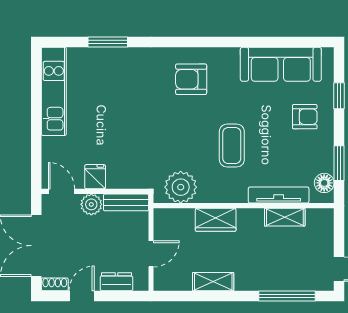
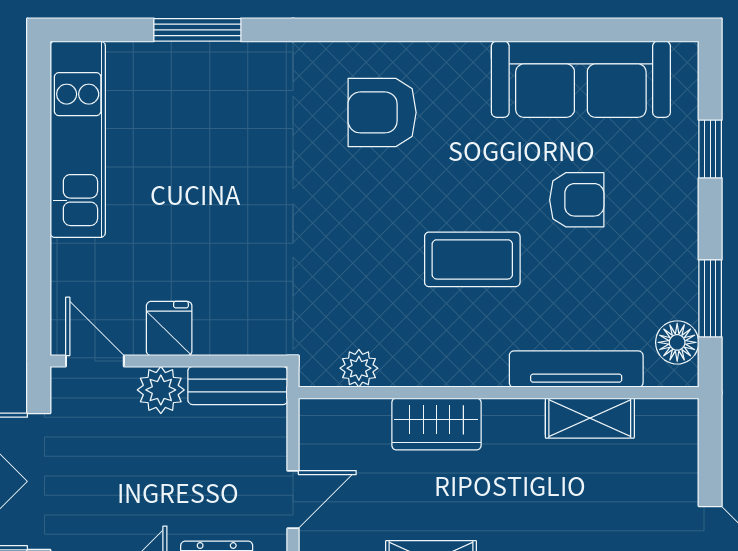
armchair: (305, 117) -> (577, 200), moved
coffee table: (232, 146) -> (472, 259), turned 90
plant: (181, 187) -> (359, 368), width x0.53, depth x0.53

